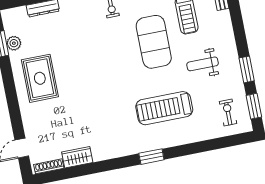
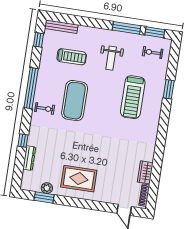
exercise mat: (154, 42) -> (75, 101), moved, turned 90
window: (247, 69) -> (126, 28), width x1.44
window: (151, 157) -> (169, 89), moved

